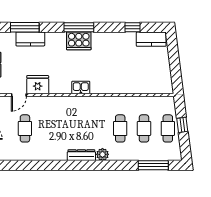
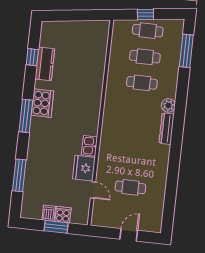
kitchen counter: (30, 39) -> (33, 171), removed
kitchen counter: (151, 39) -> (45, 64), moved
cooker: (79, 41) -> (42, 103), moved
kitchen sink: (81, 87) -> (90, 146), moved

